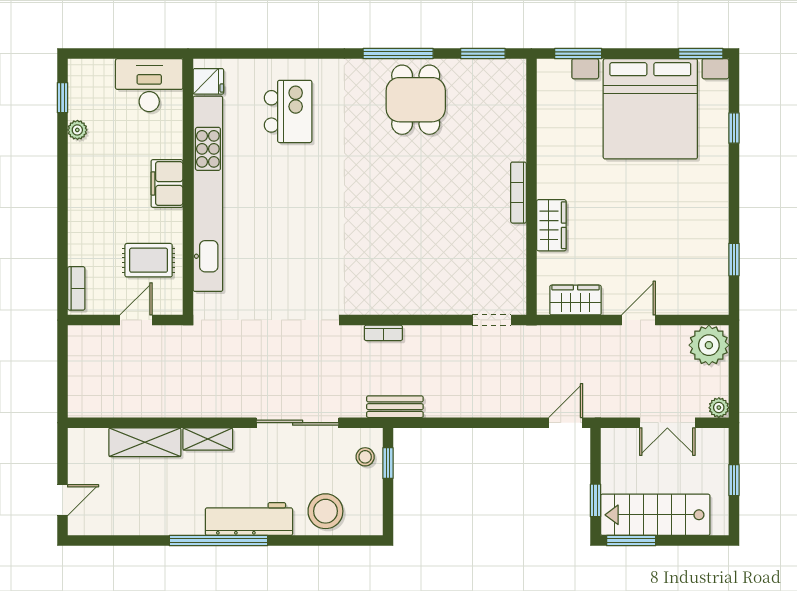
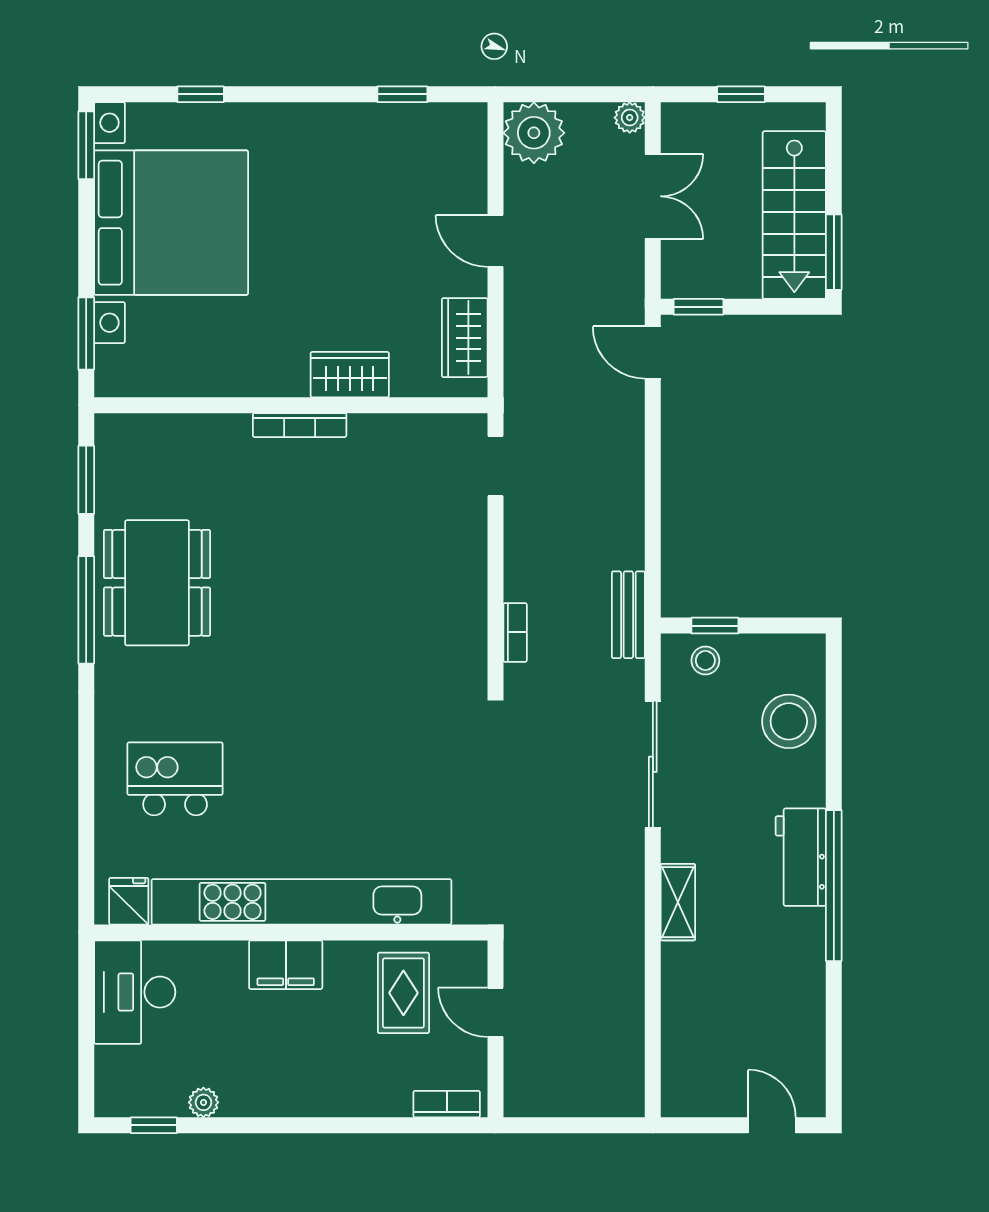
dining table: (416, 100) -> (157, 583), width x1.38
shelving: (145, 442) -> (683, 999), removed
window: (595, 500) -> (698, 307), moved
workbench: (249, 519) -> (801, 857), width x0.73

